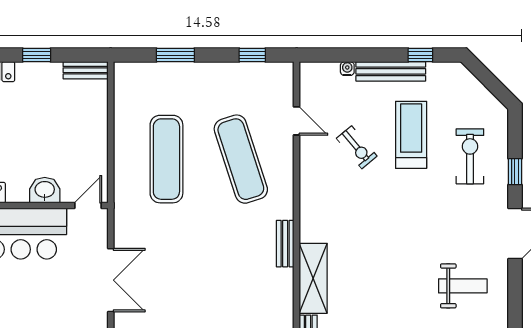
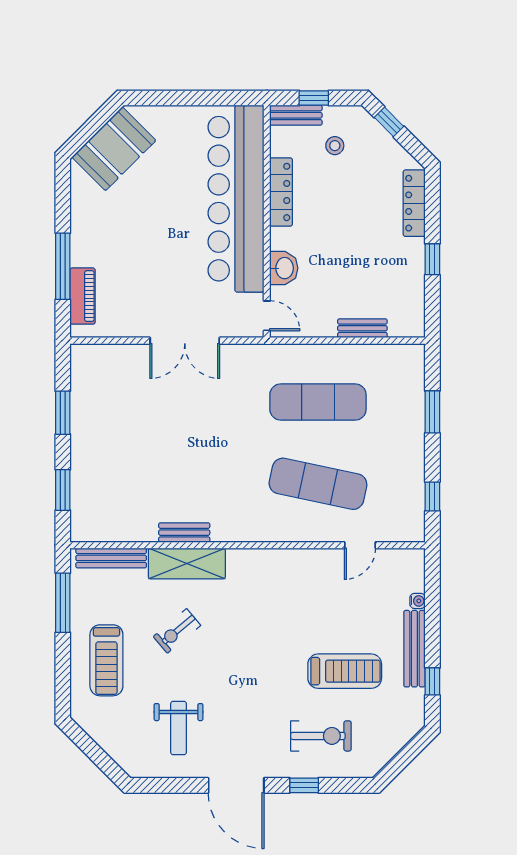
bench: (86, 70) -> (362, 328), moved, turned 90
exercise bike: (357, 147) -> (177, 631), moved
exercise mat: (241, 159) -> (318, 484), turned 30
bench: (285, 244) -> (184, 533), moved

